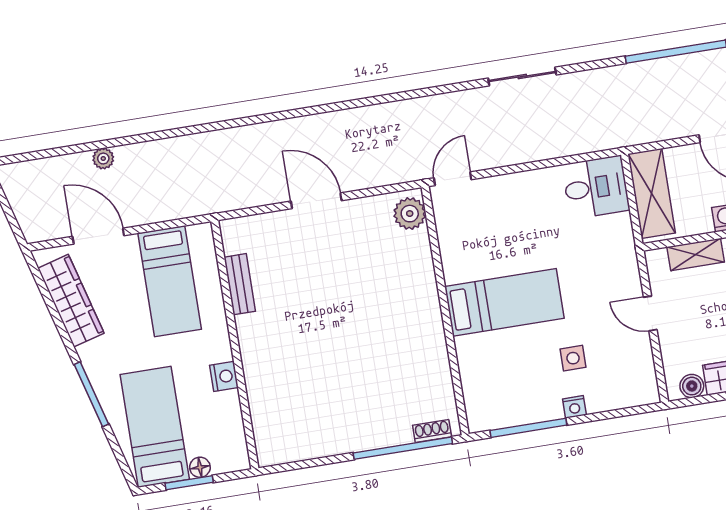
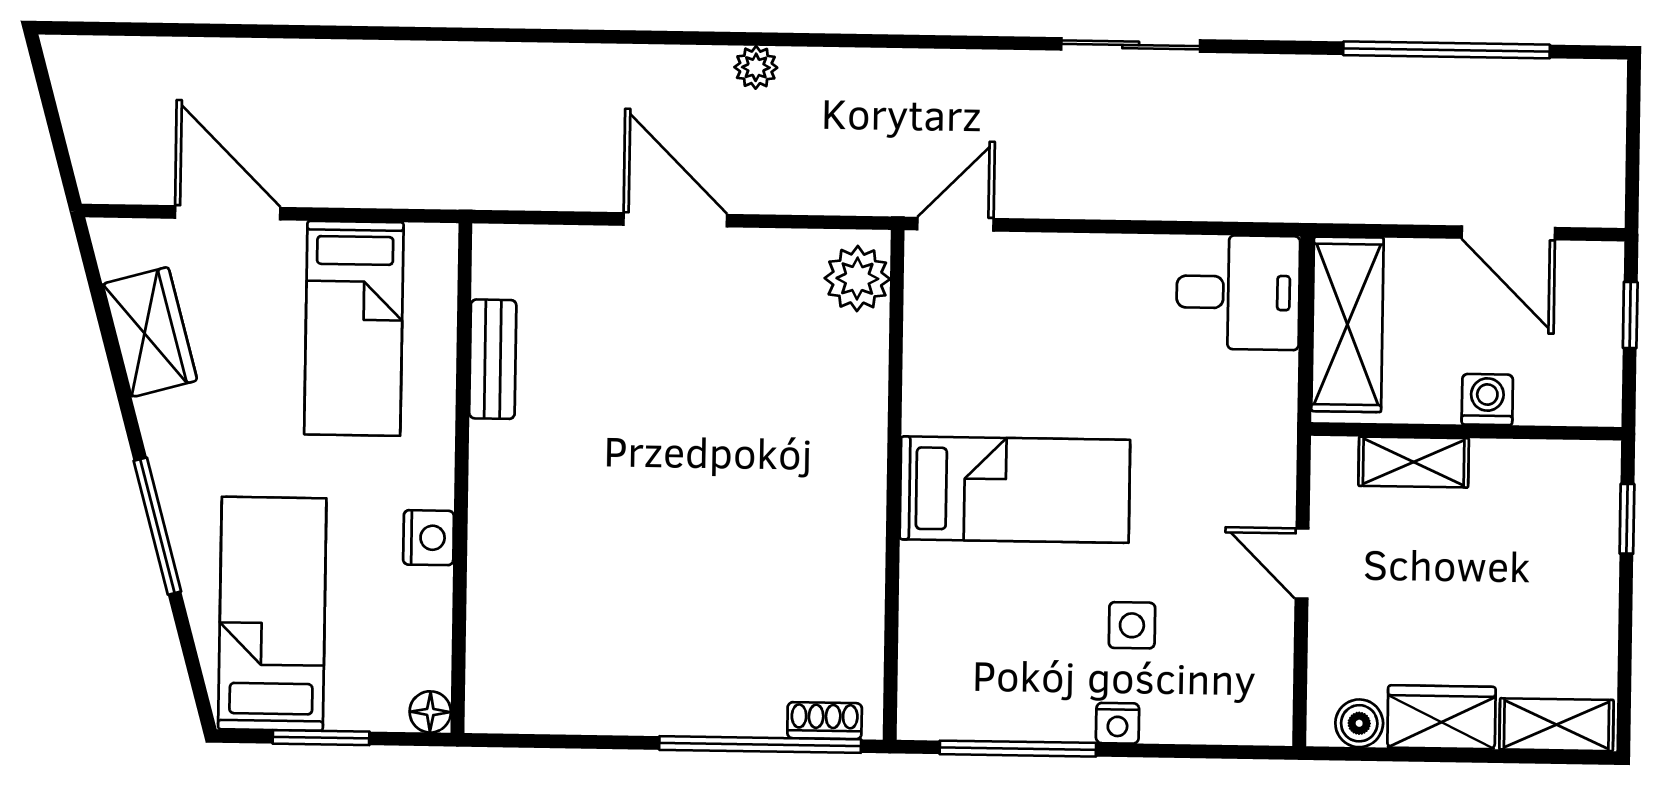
plant: (103, 159) -> (756, 67), moved
wardrobe: (71, 301) -> (150, 332), width x0.67
floor lamp: (200, 467) -> (430, 712), moved

